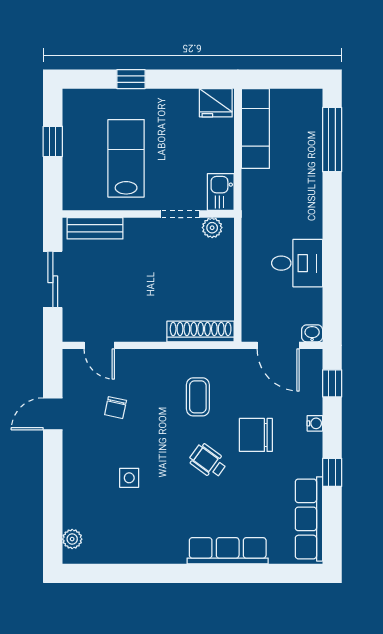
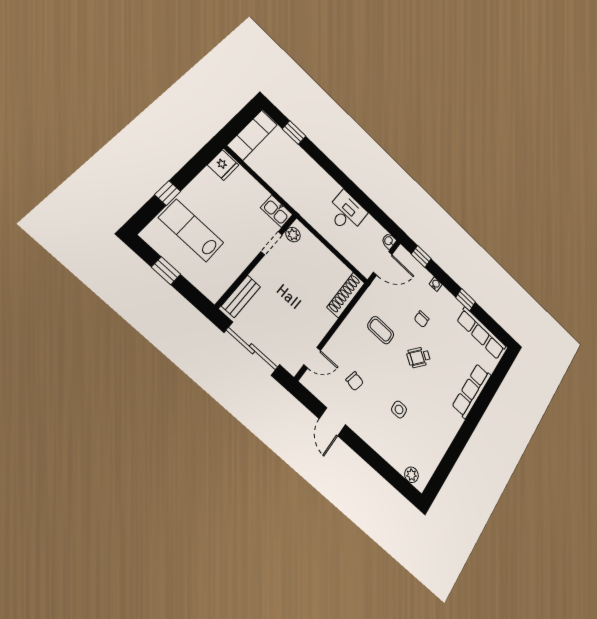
exam couch: (255, 129) -> (252, 135), moved, turned 90
window: (332, 140) -> (294, 132), width x0.46
lab bench: (126, 158) -> (191, 230), moved
sliding door: (53, 279) -> (252, 349), width x1.37
chair: (256, 435) -> (422, 319), width x0.54, depth x0.54

